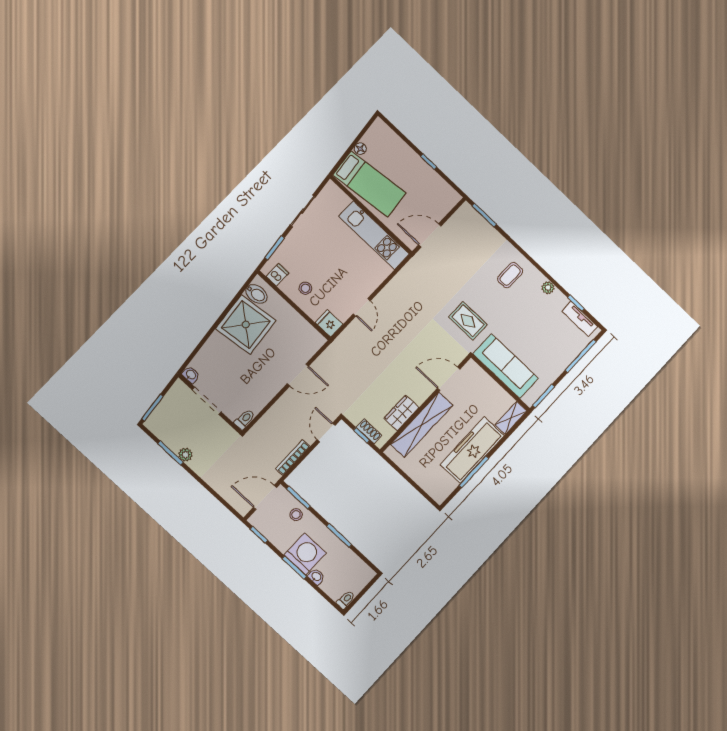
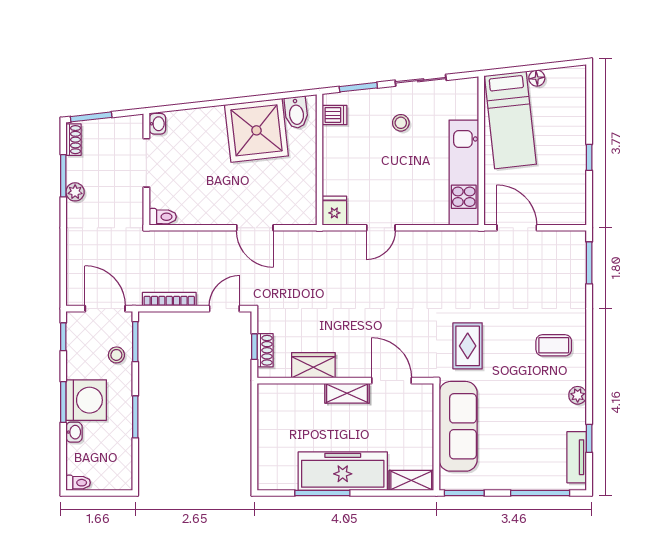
stool: (305, 288) -> (401, 123), moved
shelving: (422, 425) -> (347, 393), width x0.45, depth x0.75
shoe rack: (156, 429) -> (74, 140), added

